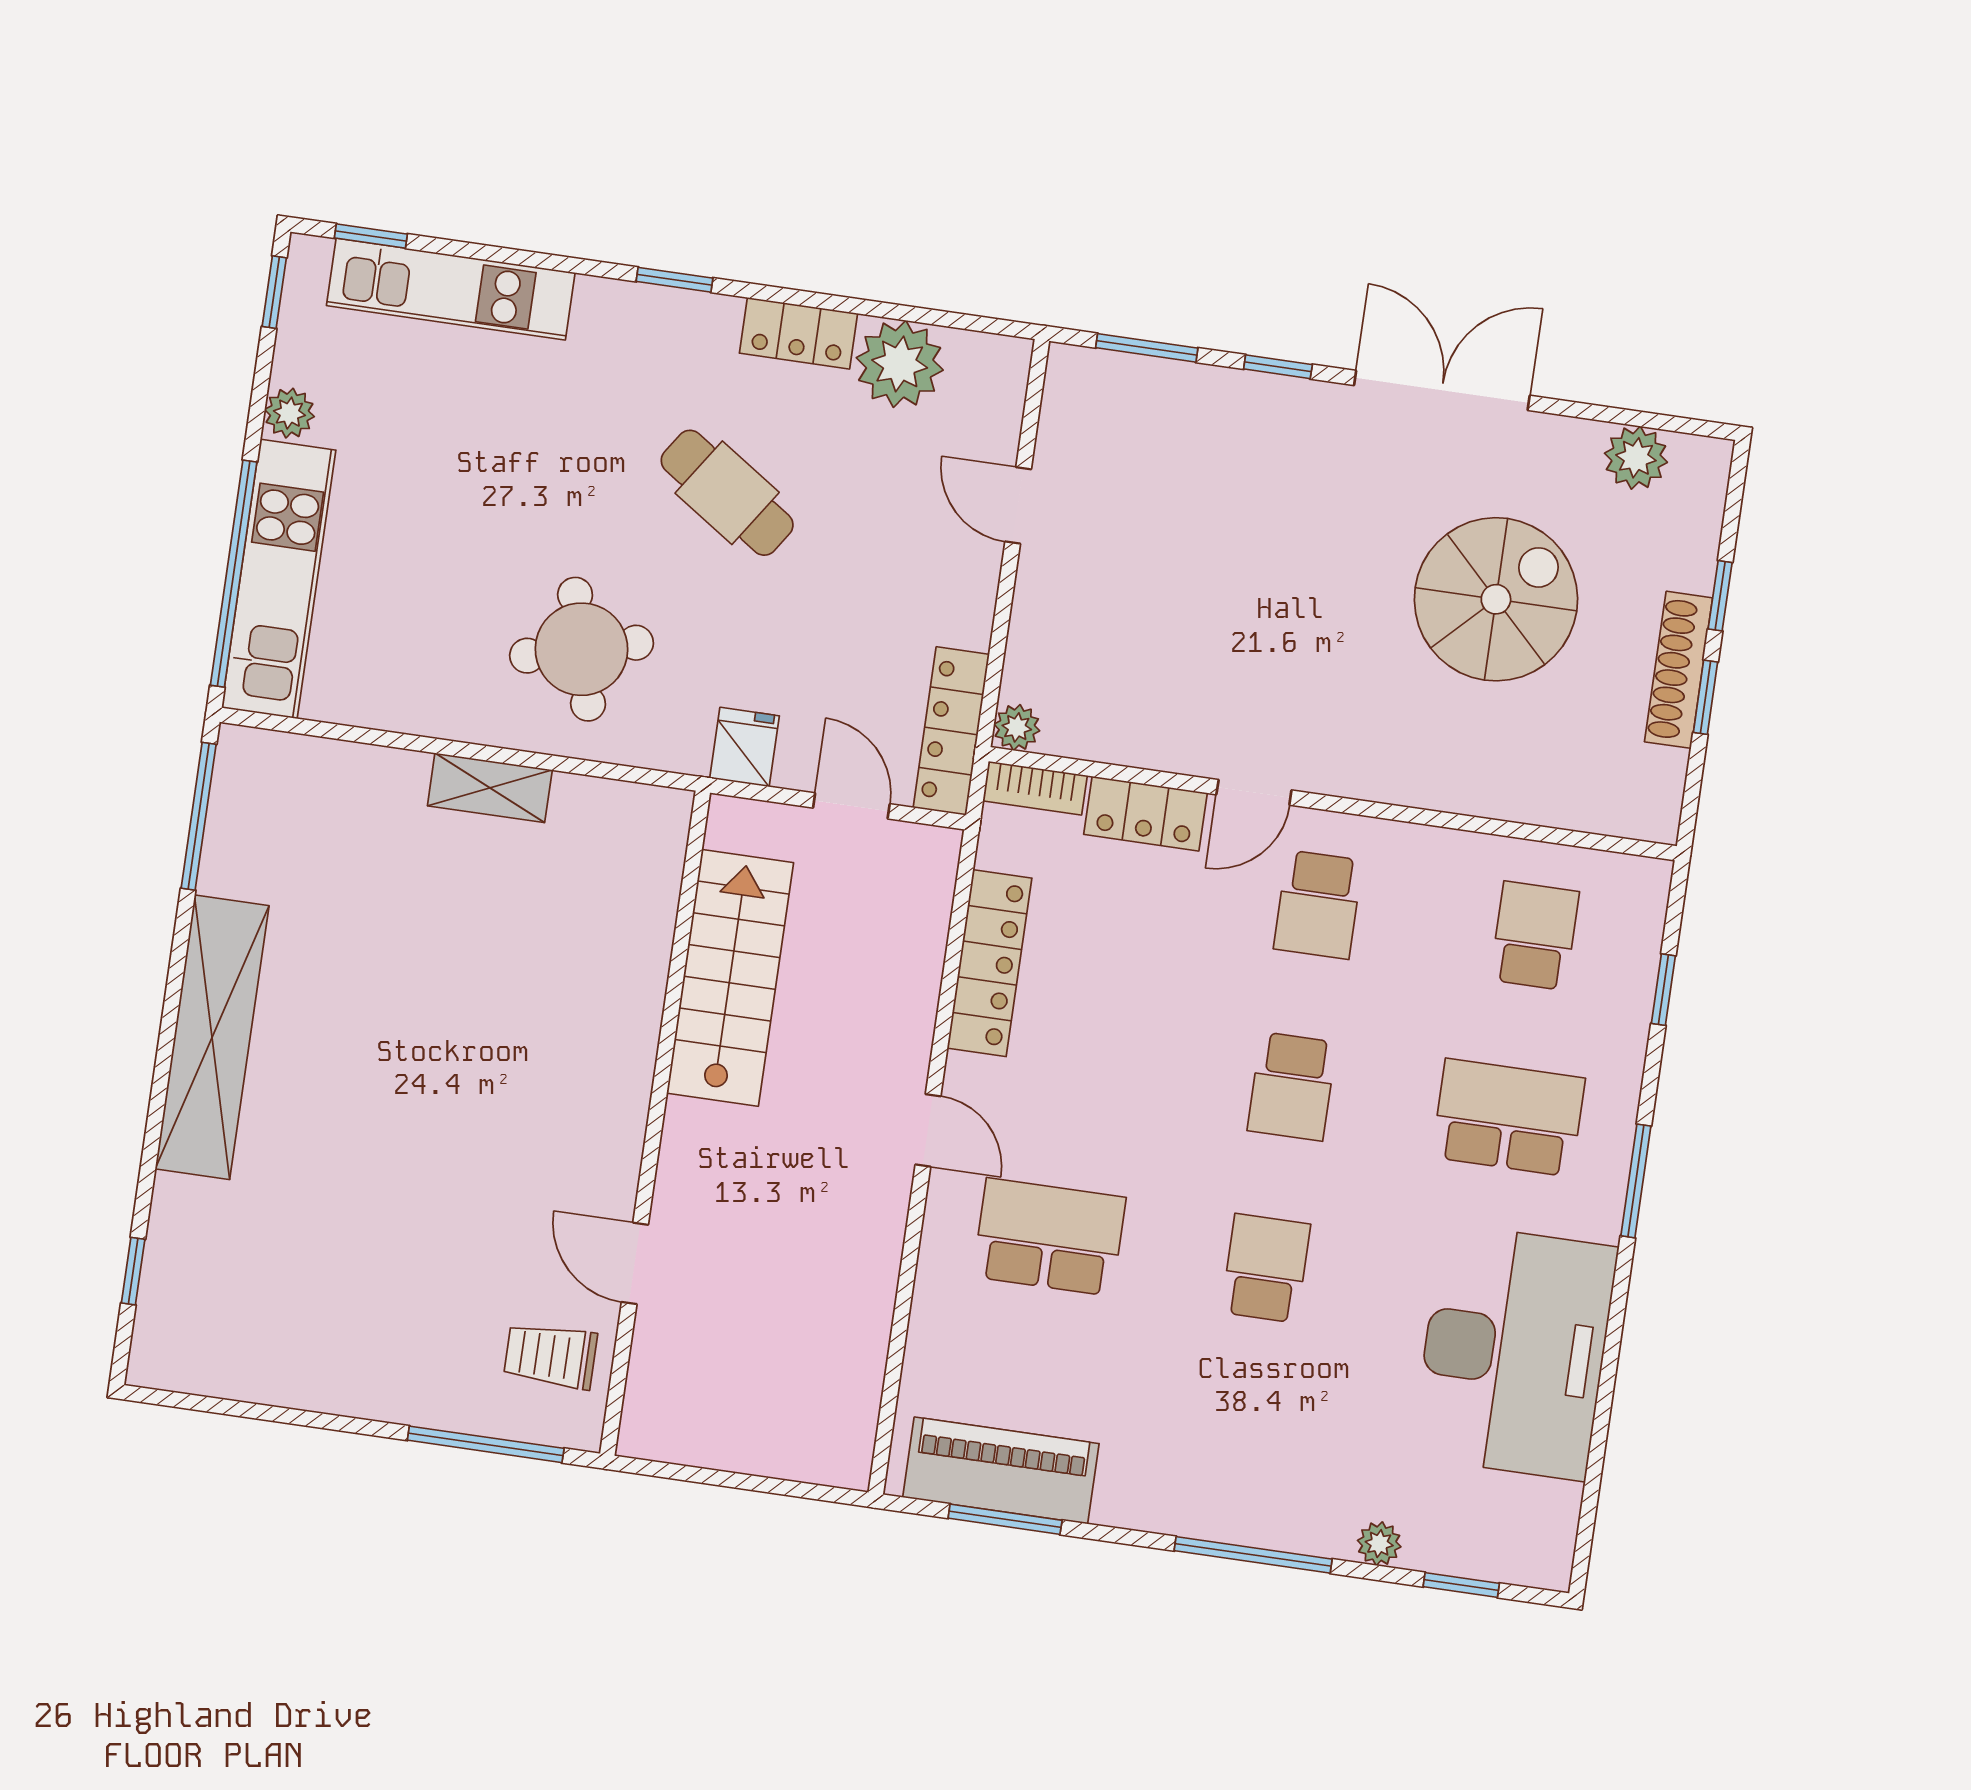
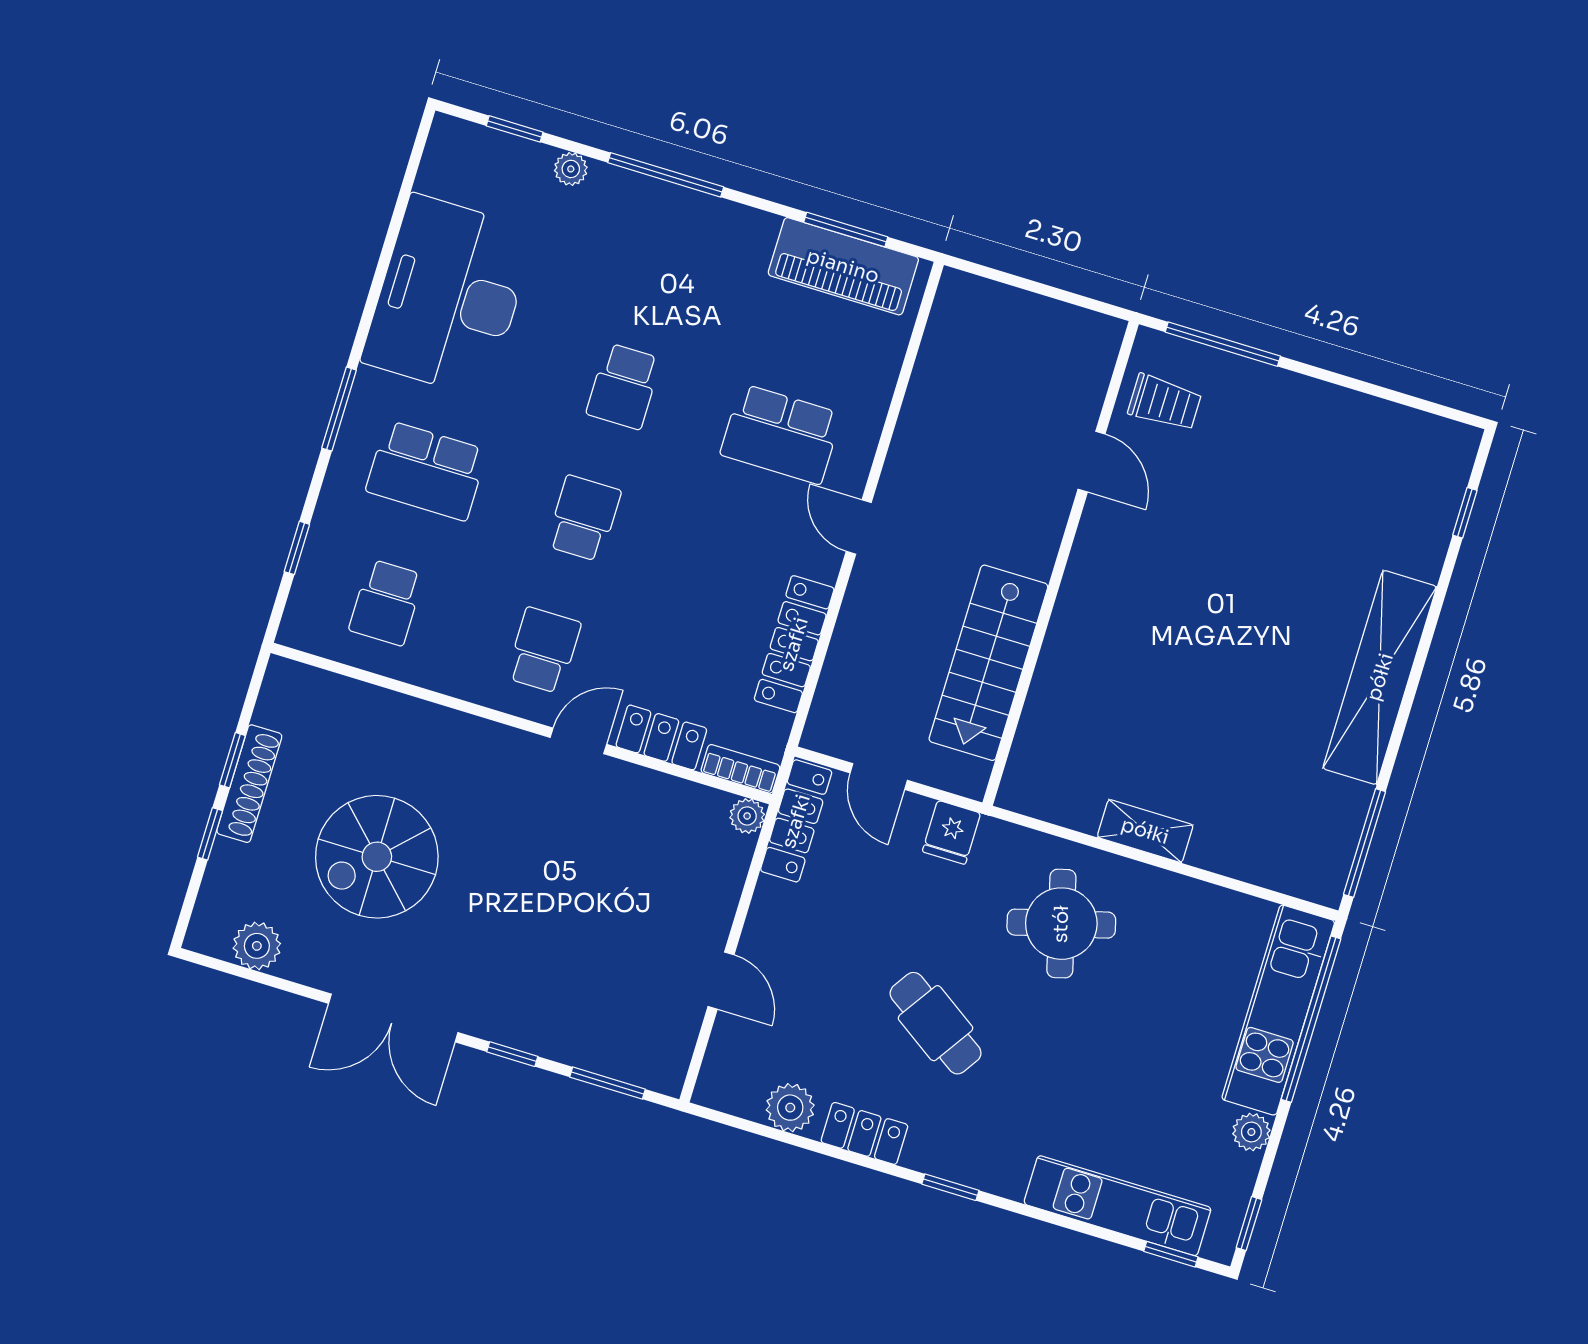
plant: (900, 364) -> (790, 1108), width x0.73, depth x0.73

